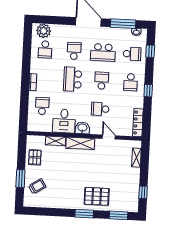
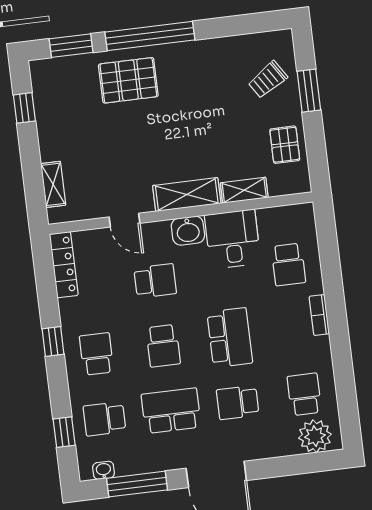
school desk: (74, 51) -> (238, 402), turned 90
window: (84, 214) -> (150, 36), width x2.11

